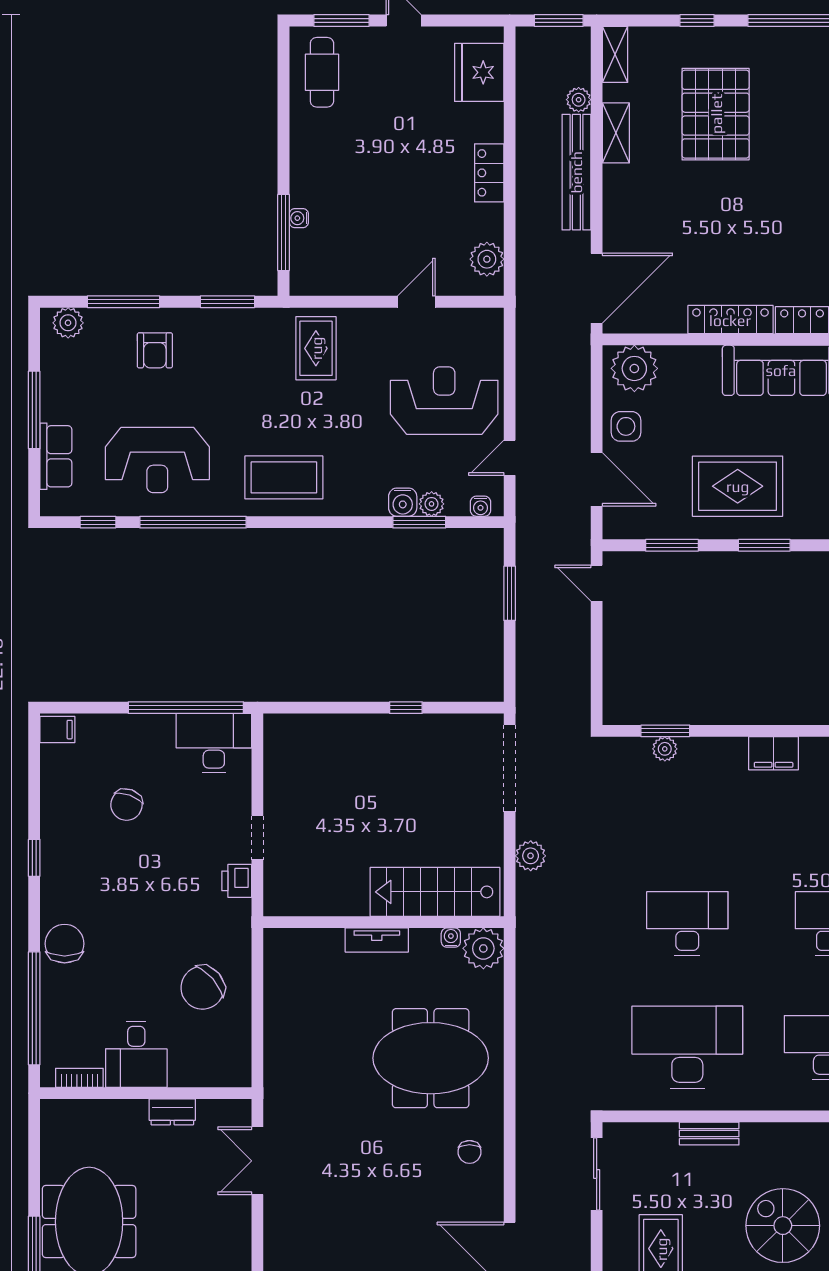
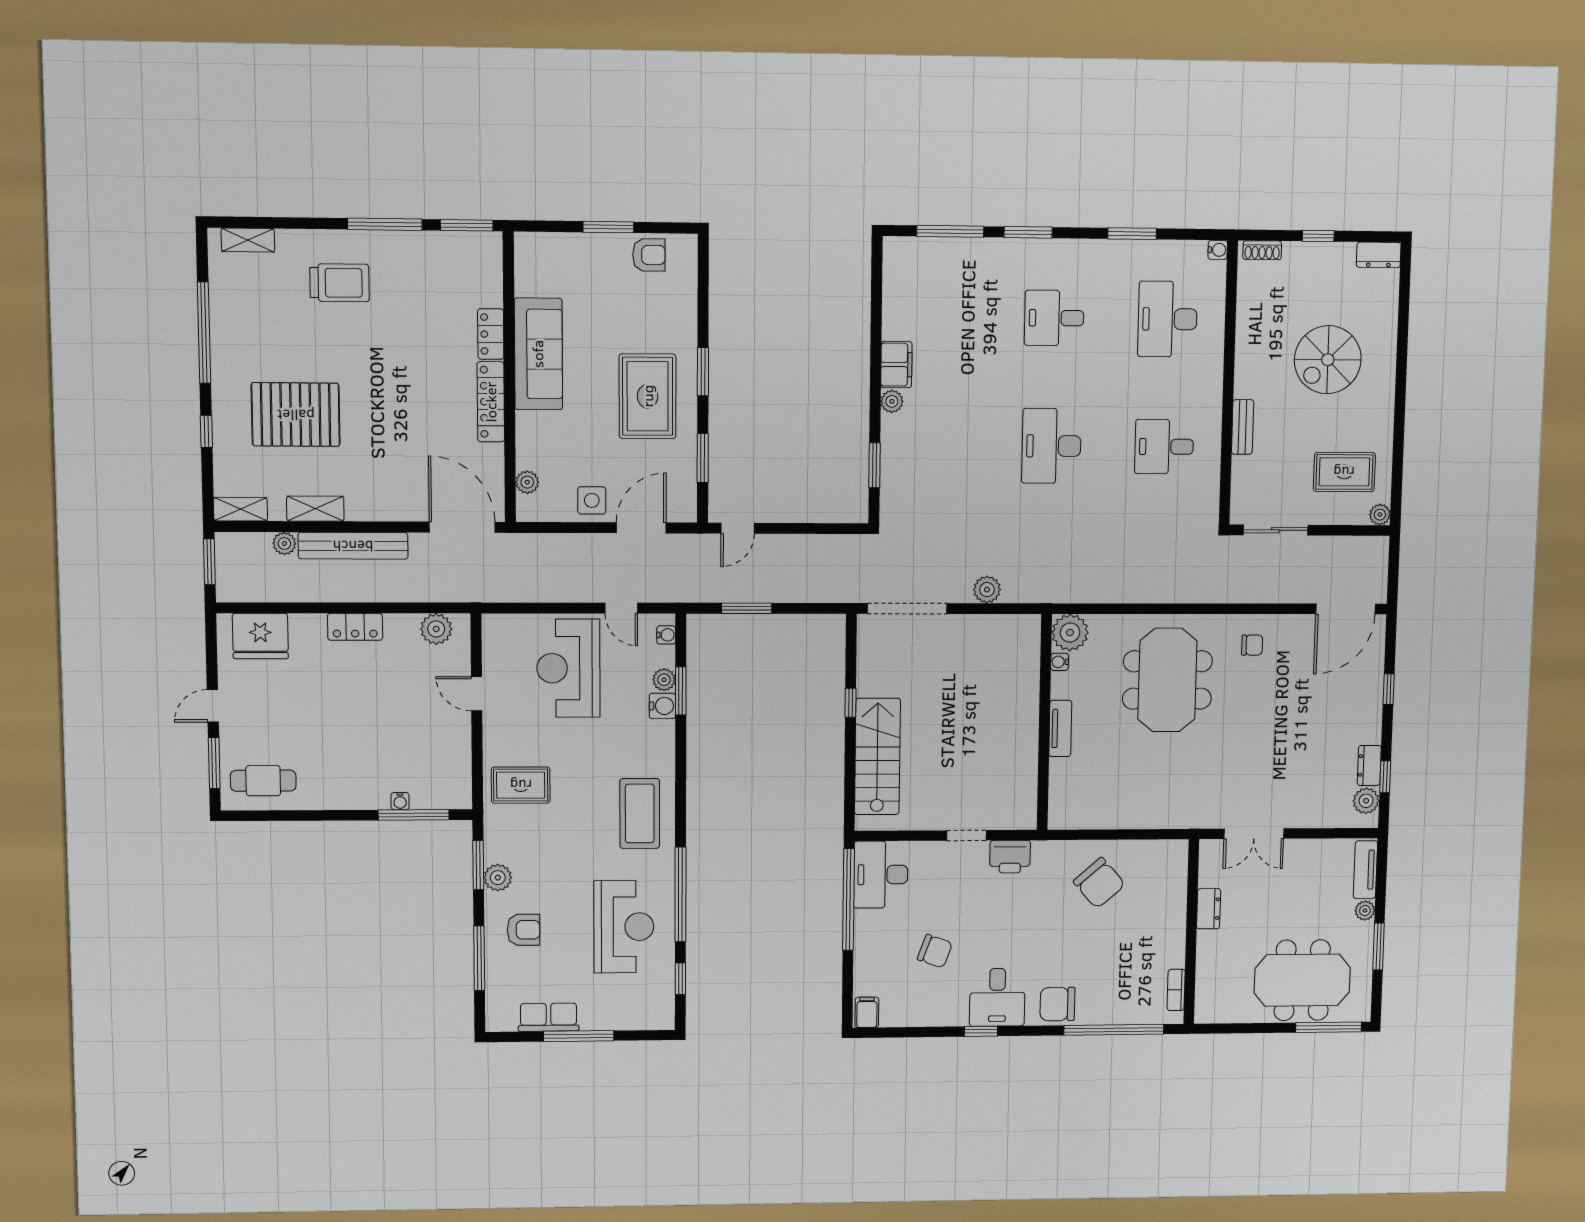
plant: (68, 323) -> (498, 878), moved
plant: (634, 368) -> (527, 482), width x0.53, depth x0.53
row of seats: (56, 456) -> (549, 1017), moved
plant: (665, 749) -> (892, 401), moved
printer: (237, 881) -> (1010, 857), width x1.36, depth x1.24
stairs: (435, 892) -> (877, 757), moved, turned 180
desk: (687, 1047) -> (1164, 447), width x0.53, depth x0.77
desk: (136, 1054) -> (997, 997), moved, turned 90

